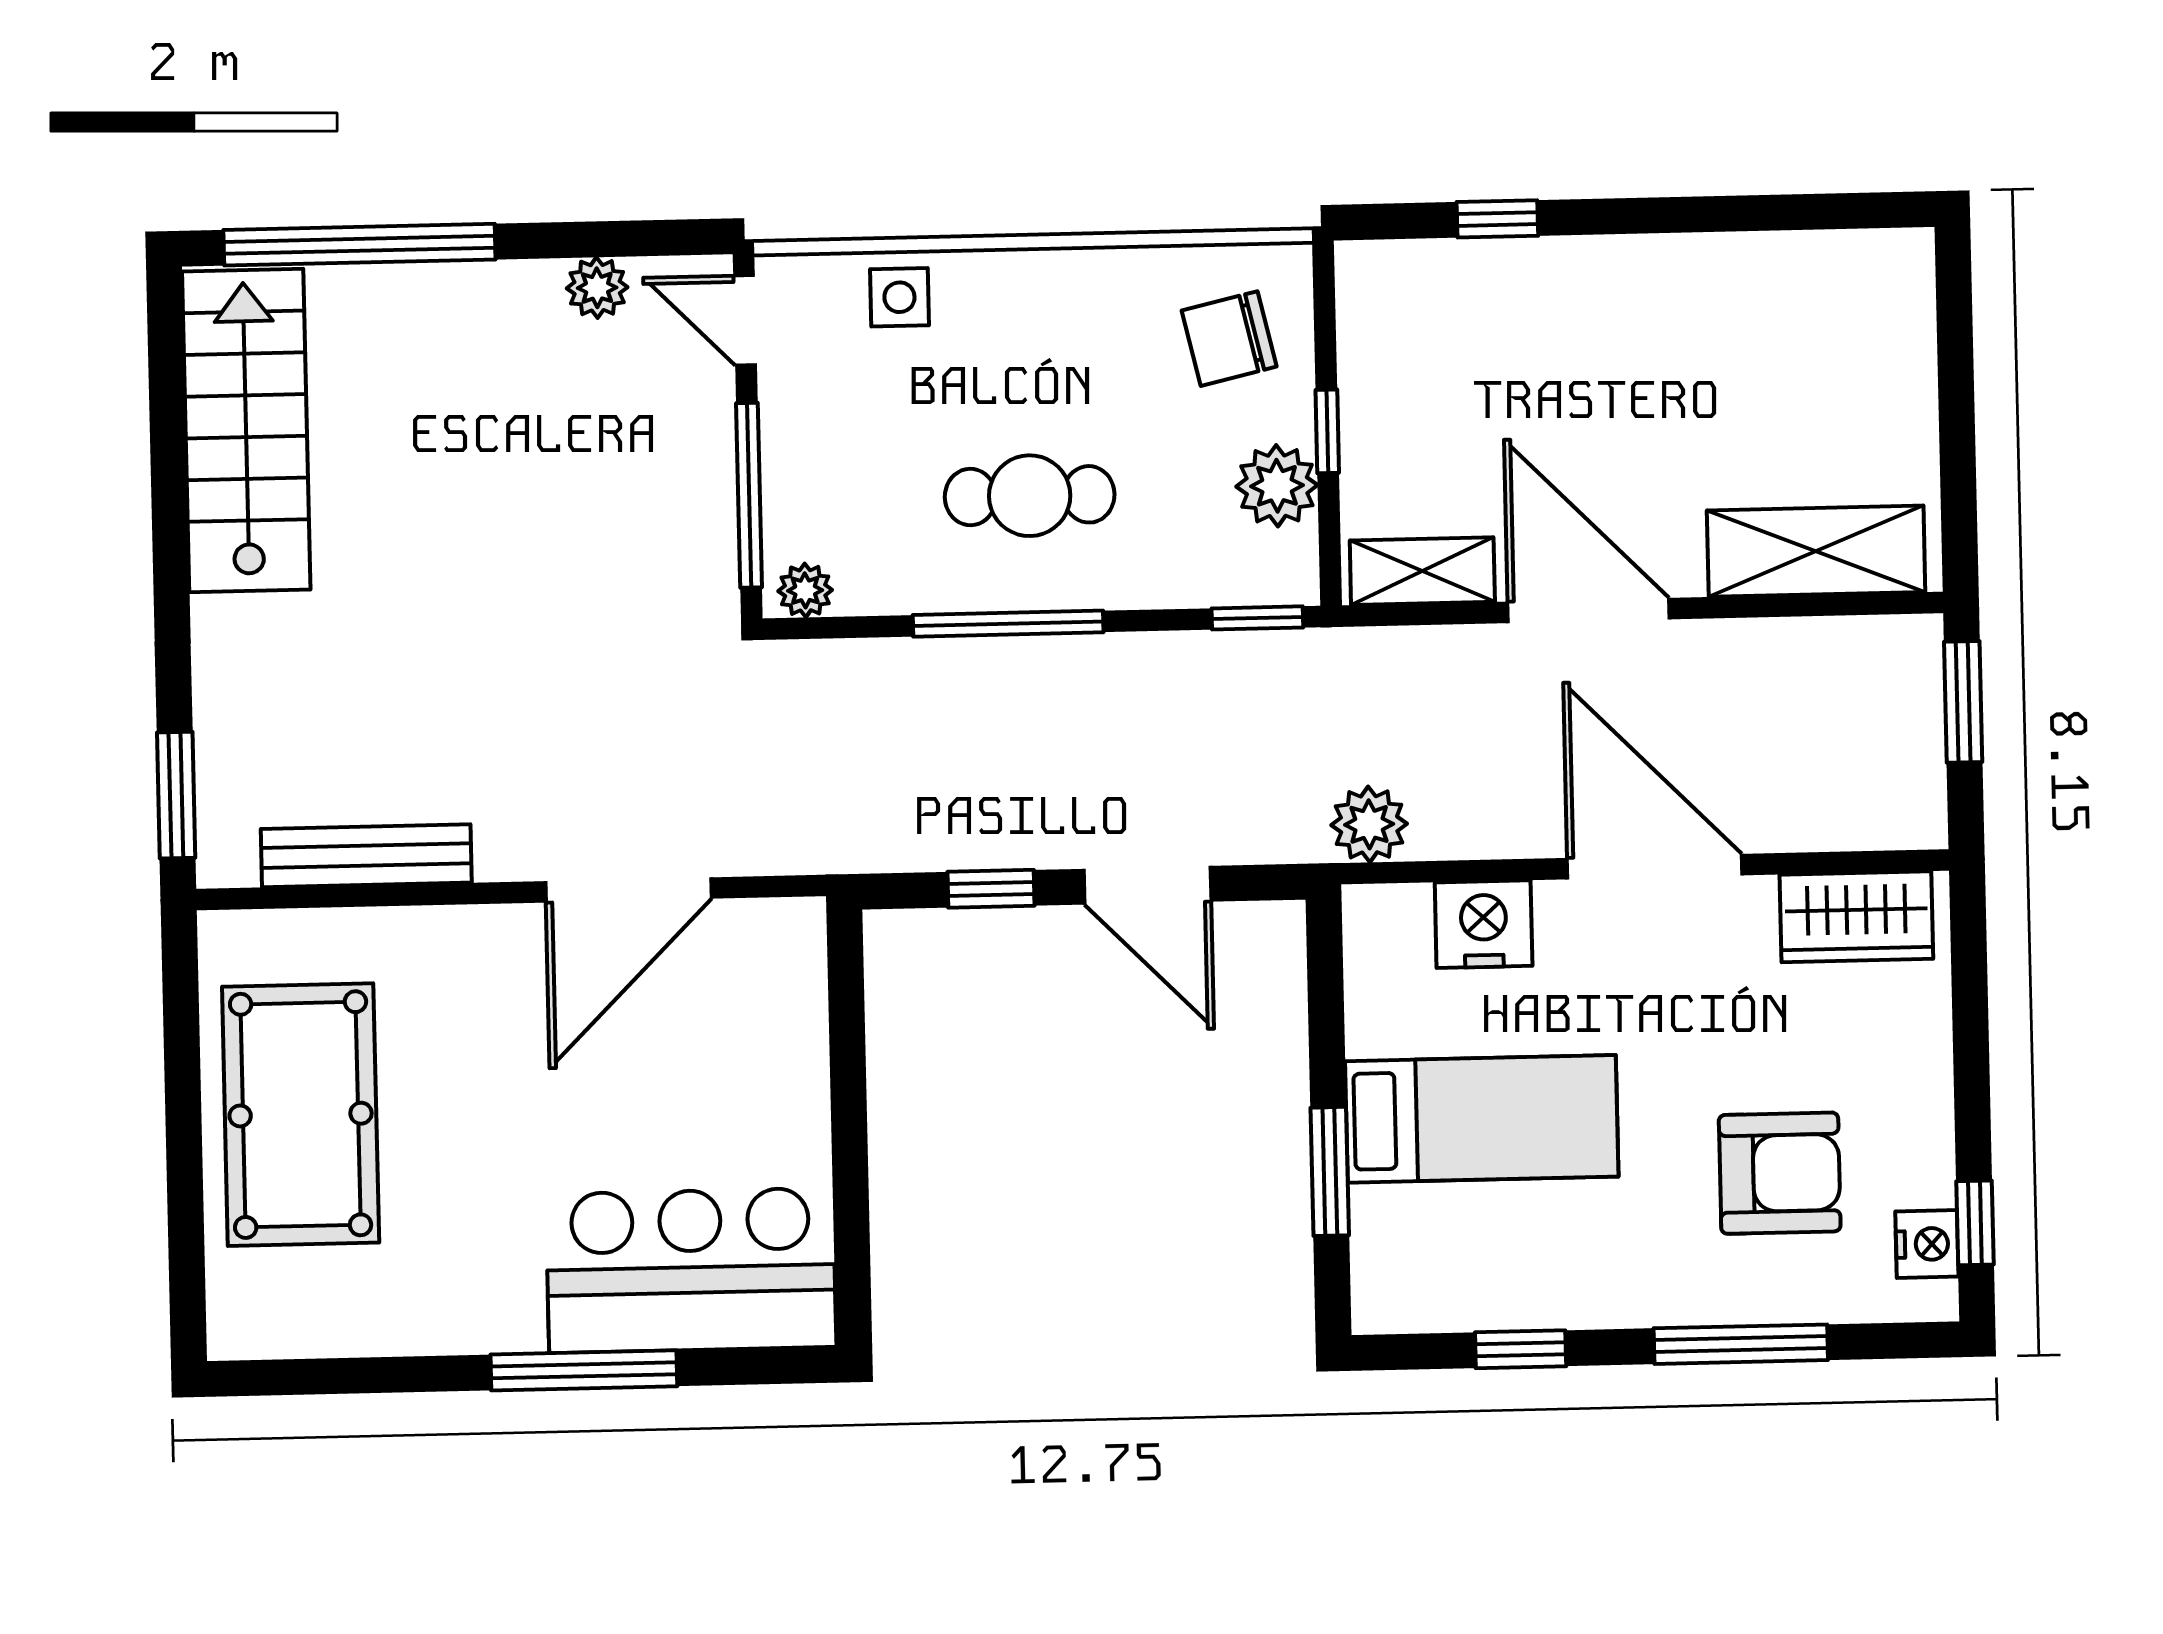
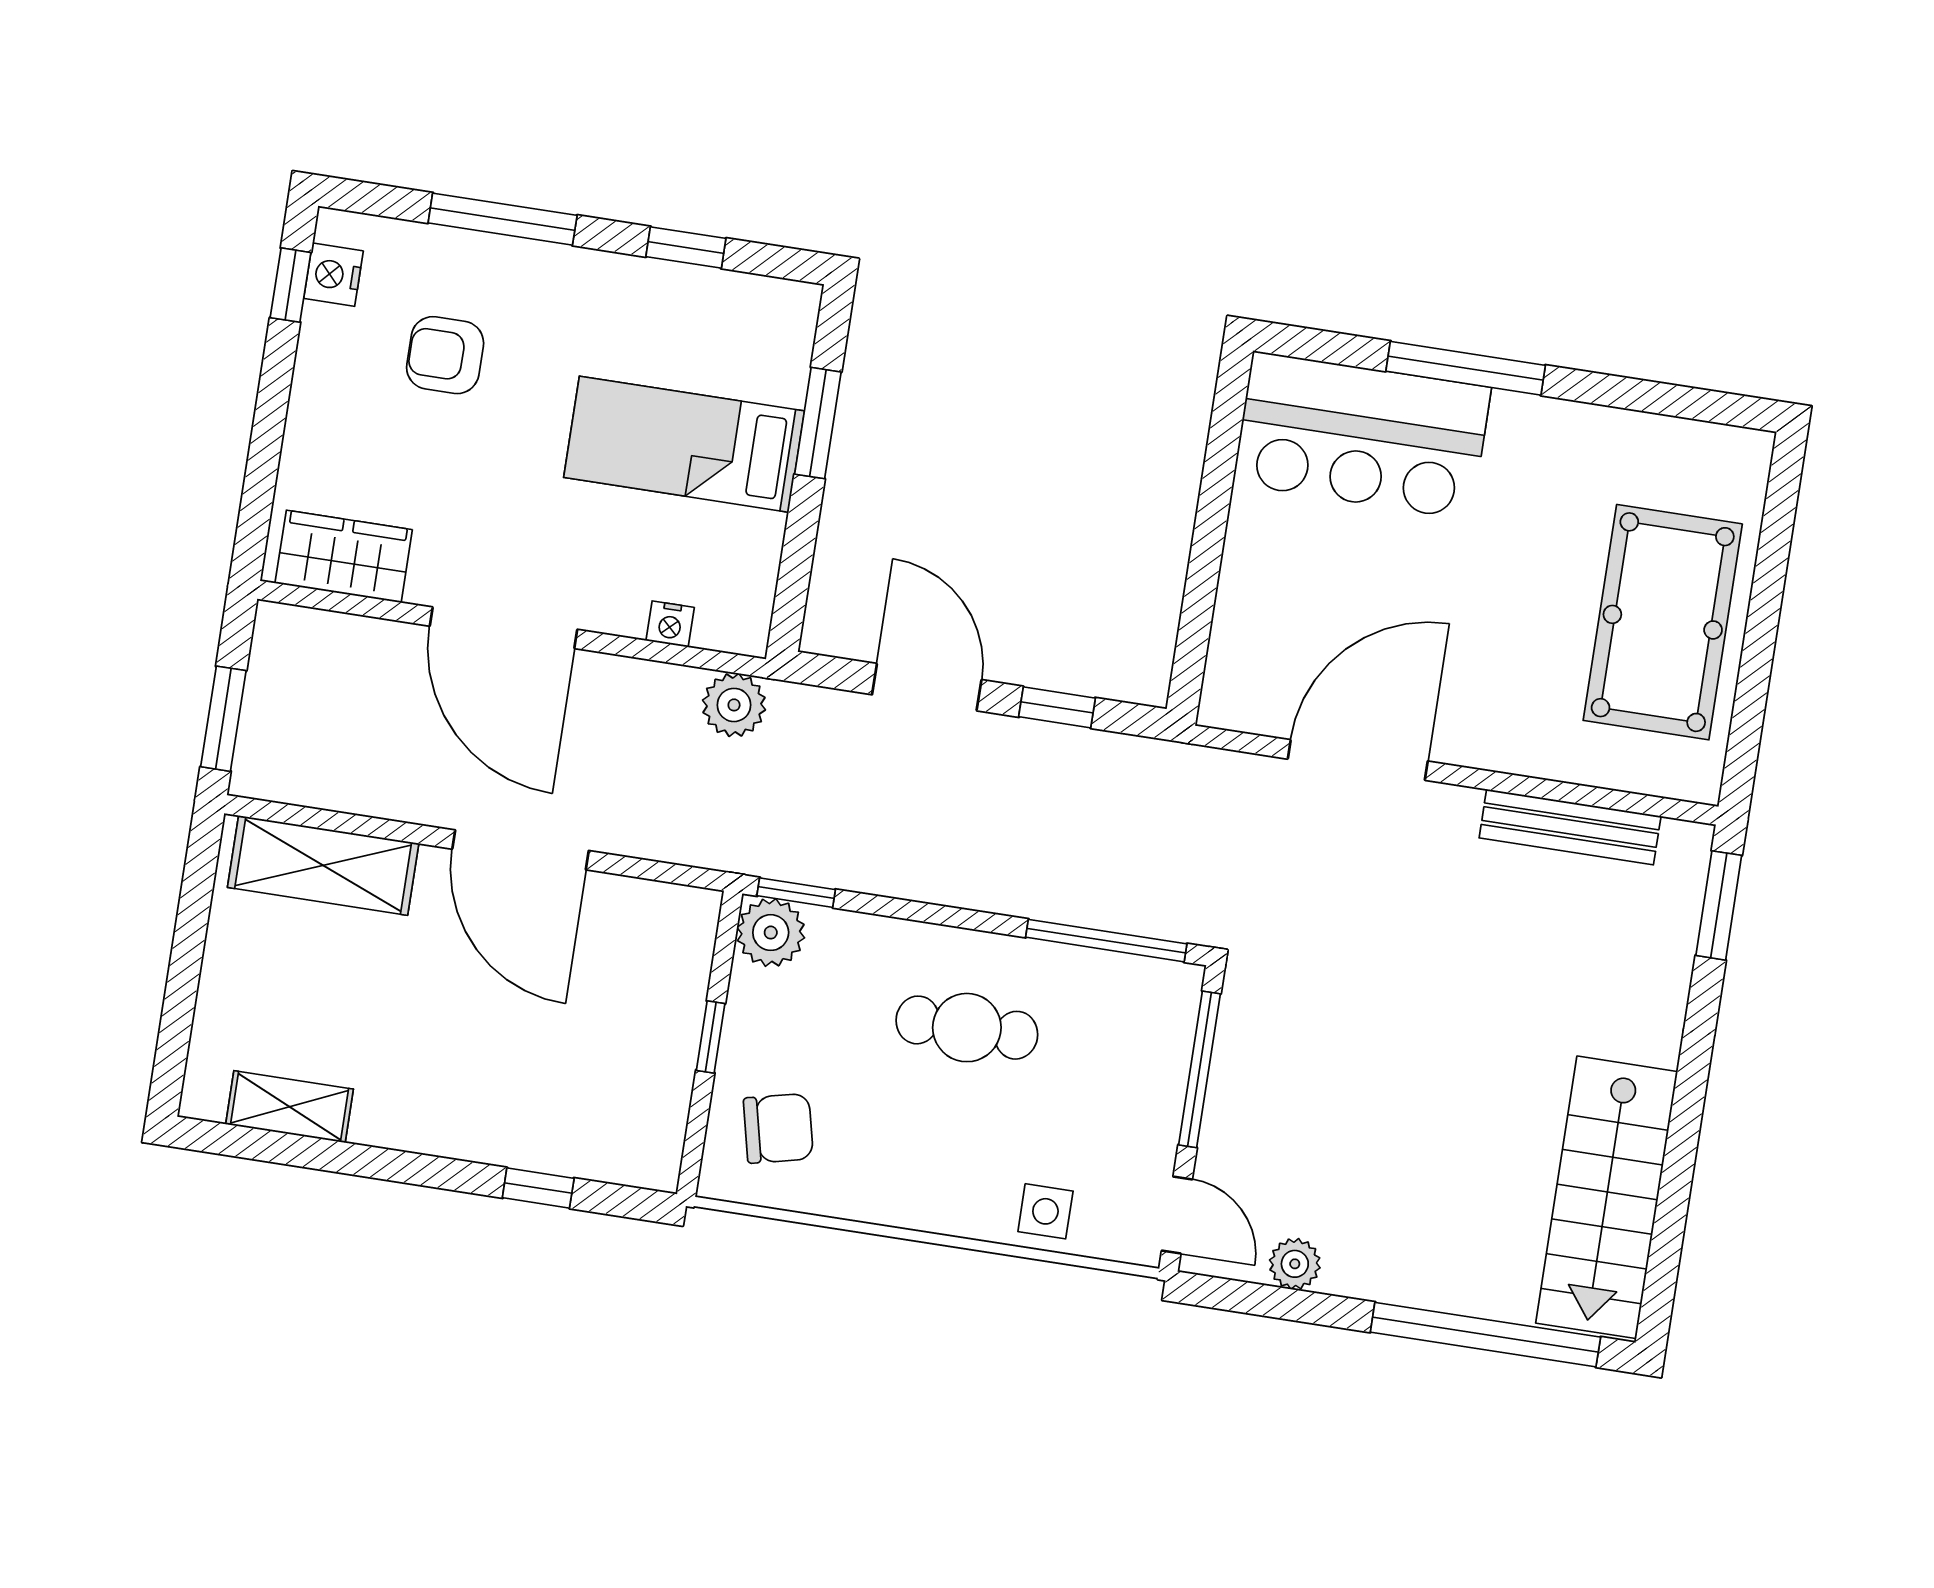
plant: (1277, 486) -> (771, 933), moved
shelving: (1422, 571) -> (289, 1107), moved
plant: (805, 590) -> (1167, 982), removed
window: (1008, 624) -> (1106, 941), moved
nightstand: (1484, 924) -> (670, 624), width x0.53, depth x0.56
armchair: (1780, 1173) -> (445, 355), width x0.72, depth x0.72

